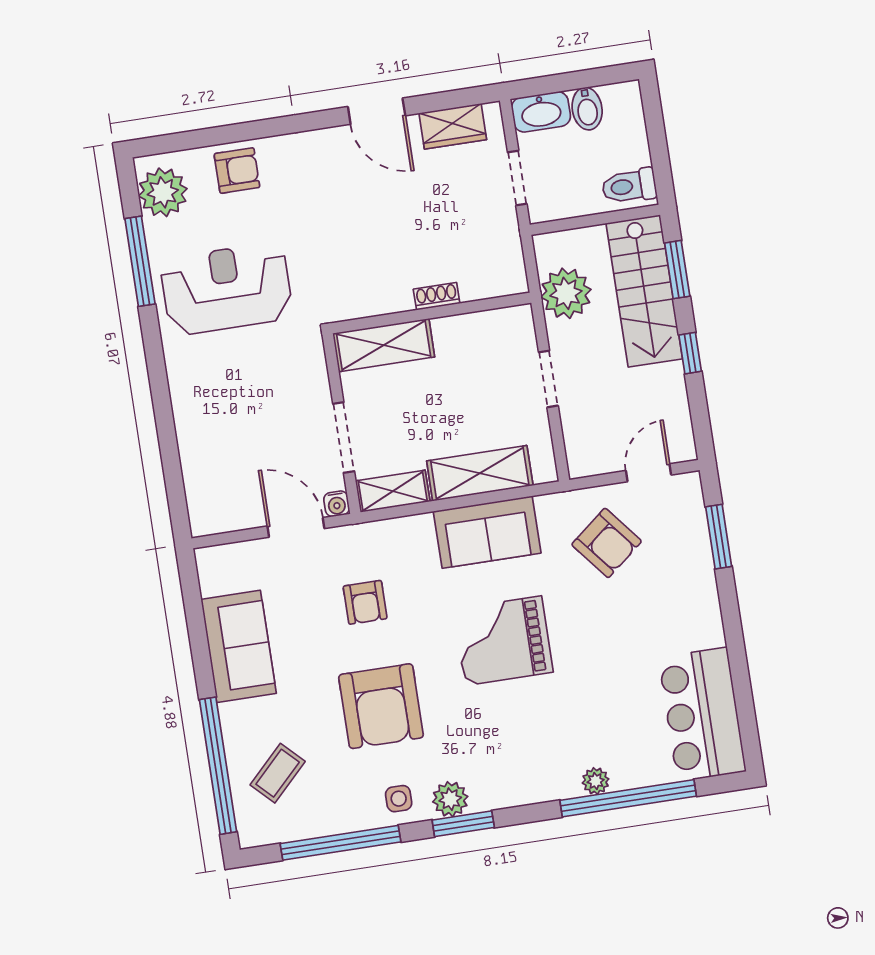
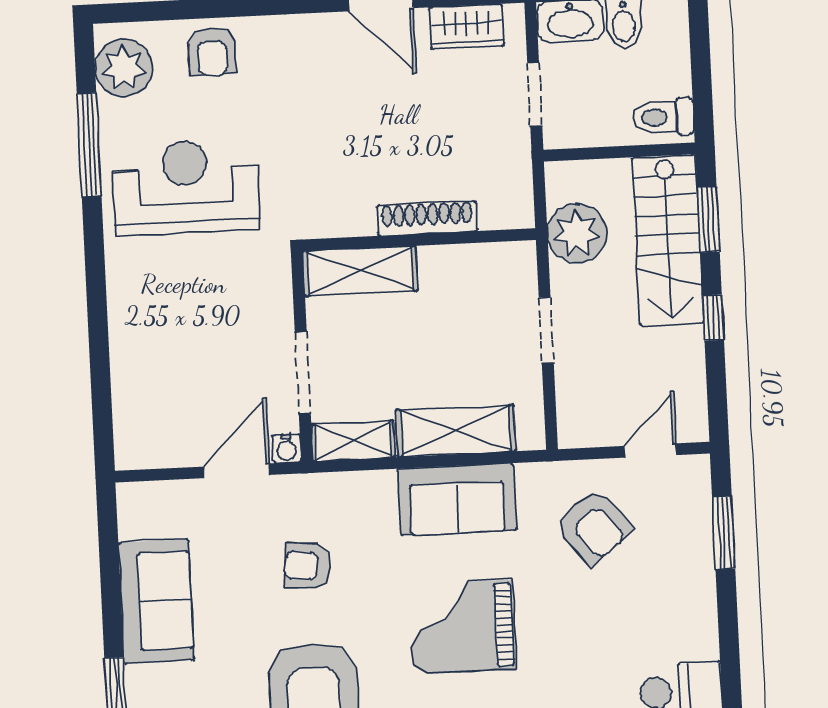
armchair: (237, 171) -> (212, 52), turned 90
shoe rack: (437, 296) -> (427, 218), width x1.94, depth x1.24
door: (296, 527) -> (237, 471), hinge flipped
armchair: (365, 602) -> (308, 566), turned 96

